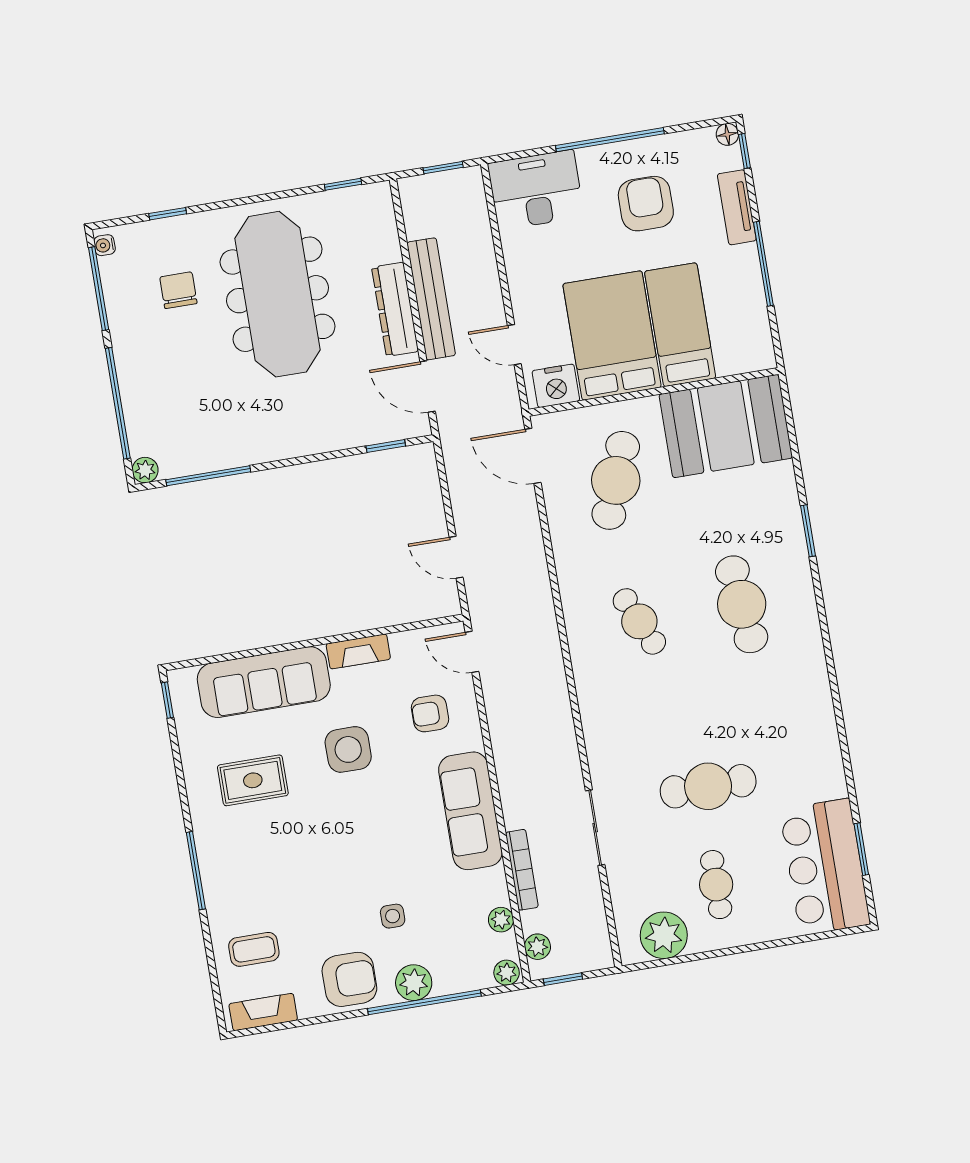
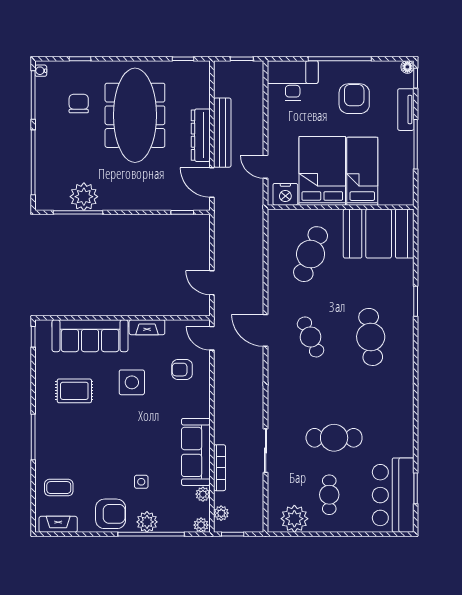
door: (533, 456) -> (266, 330), moved
plant: (145, 470) -> (84, 197), moved, width x1.88, depth x1.88
sofa: (470, 811) -> (196, 452), moved

